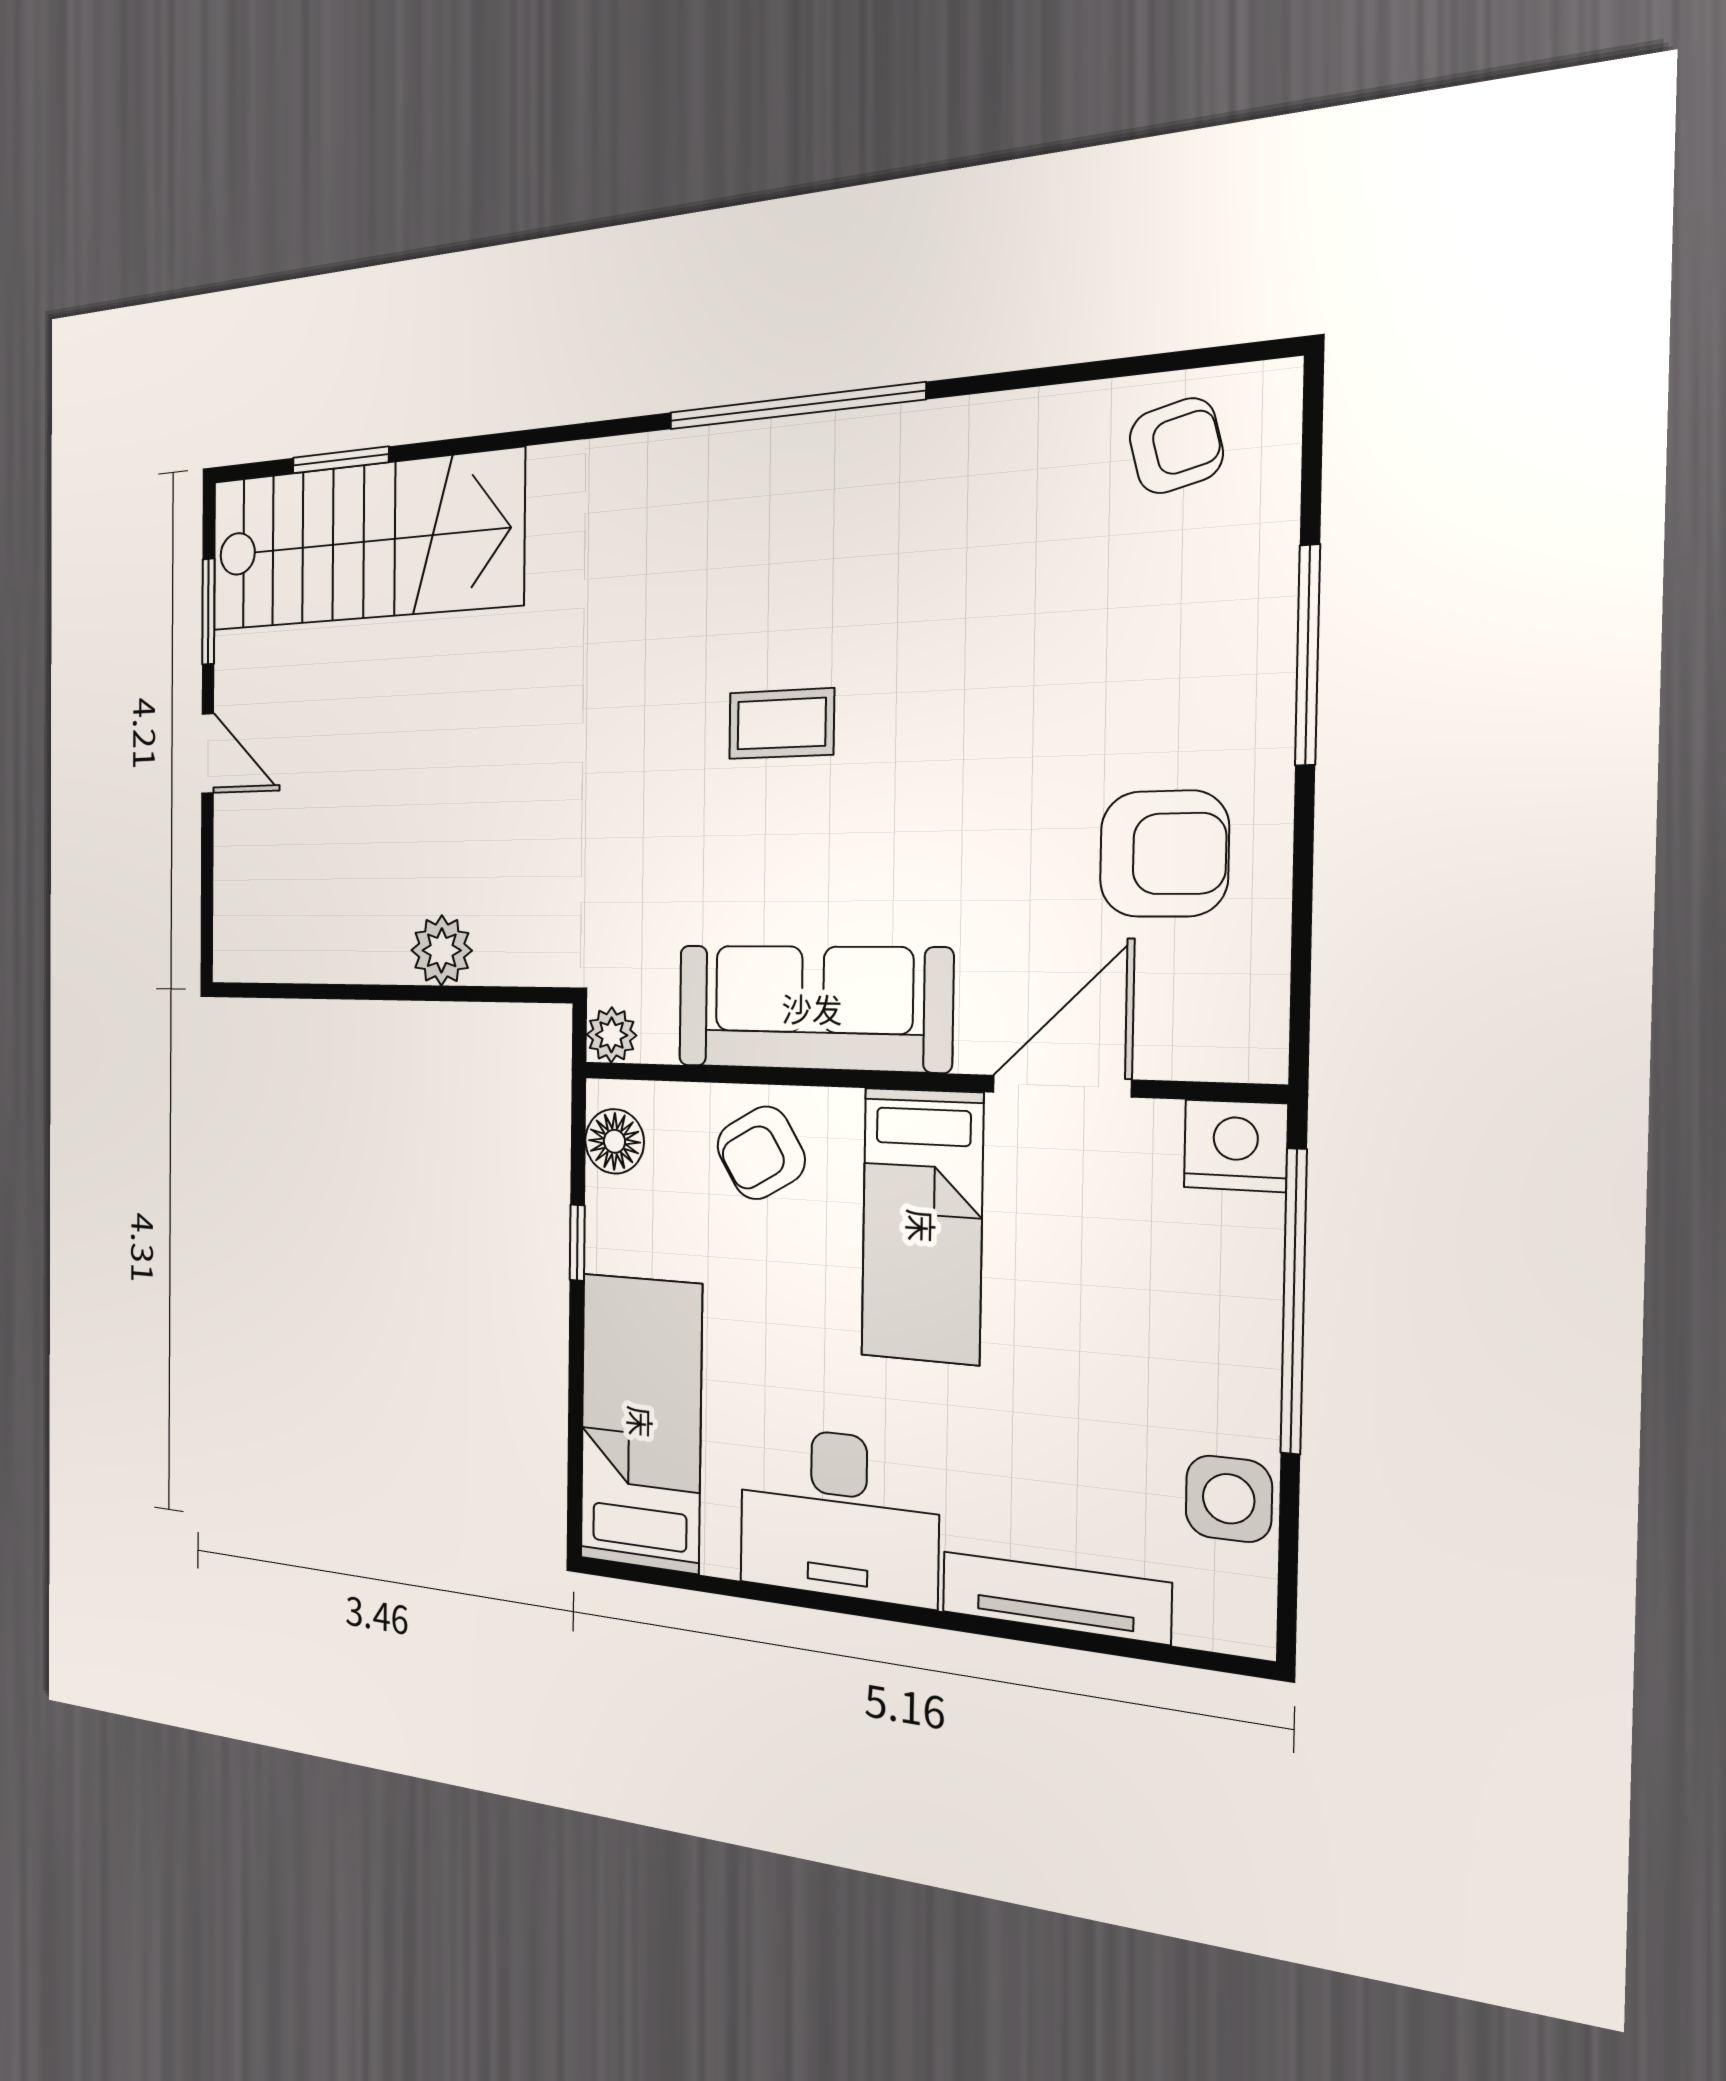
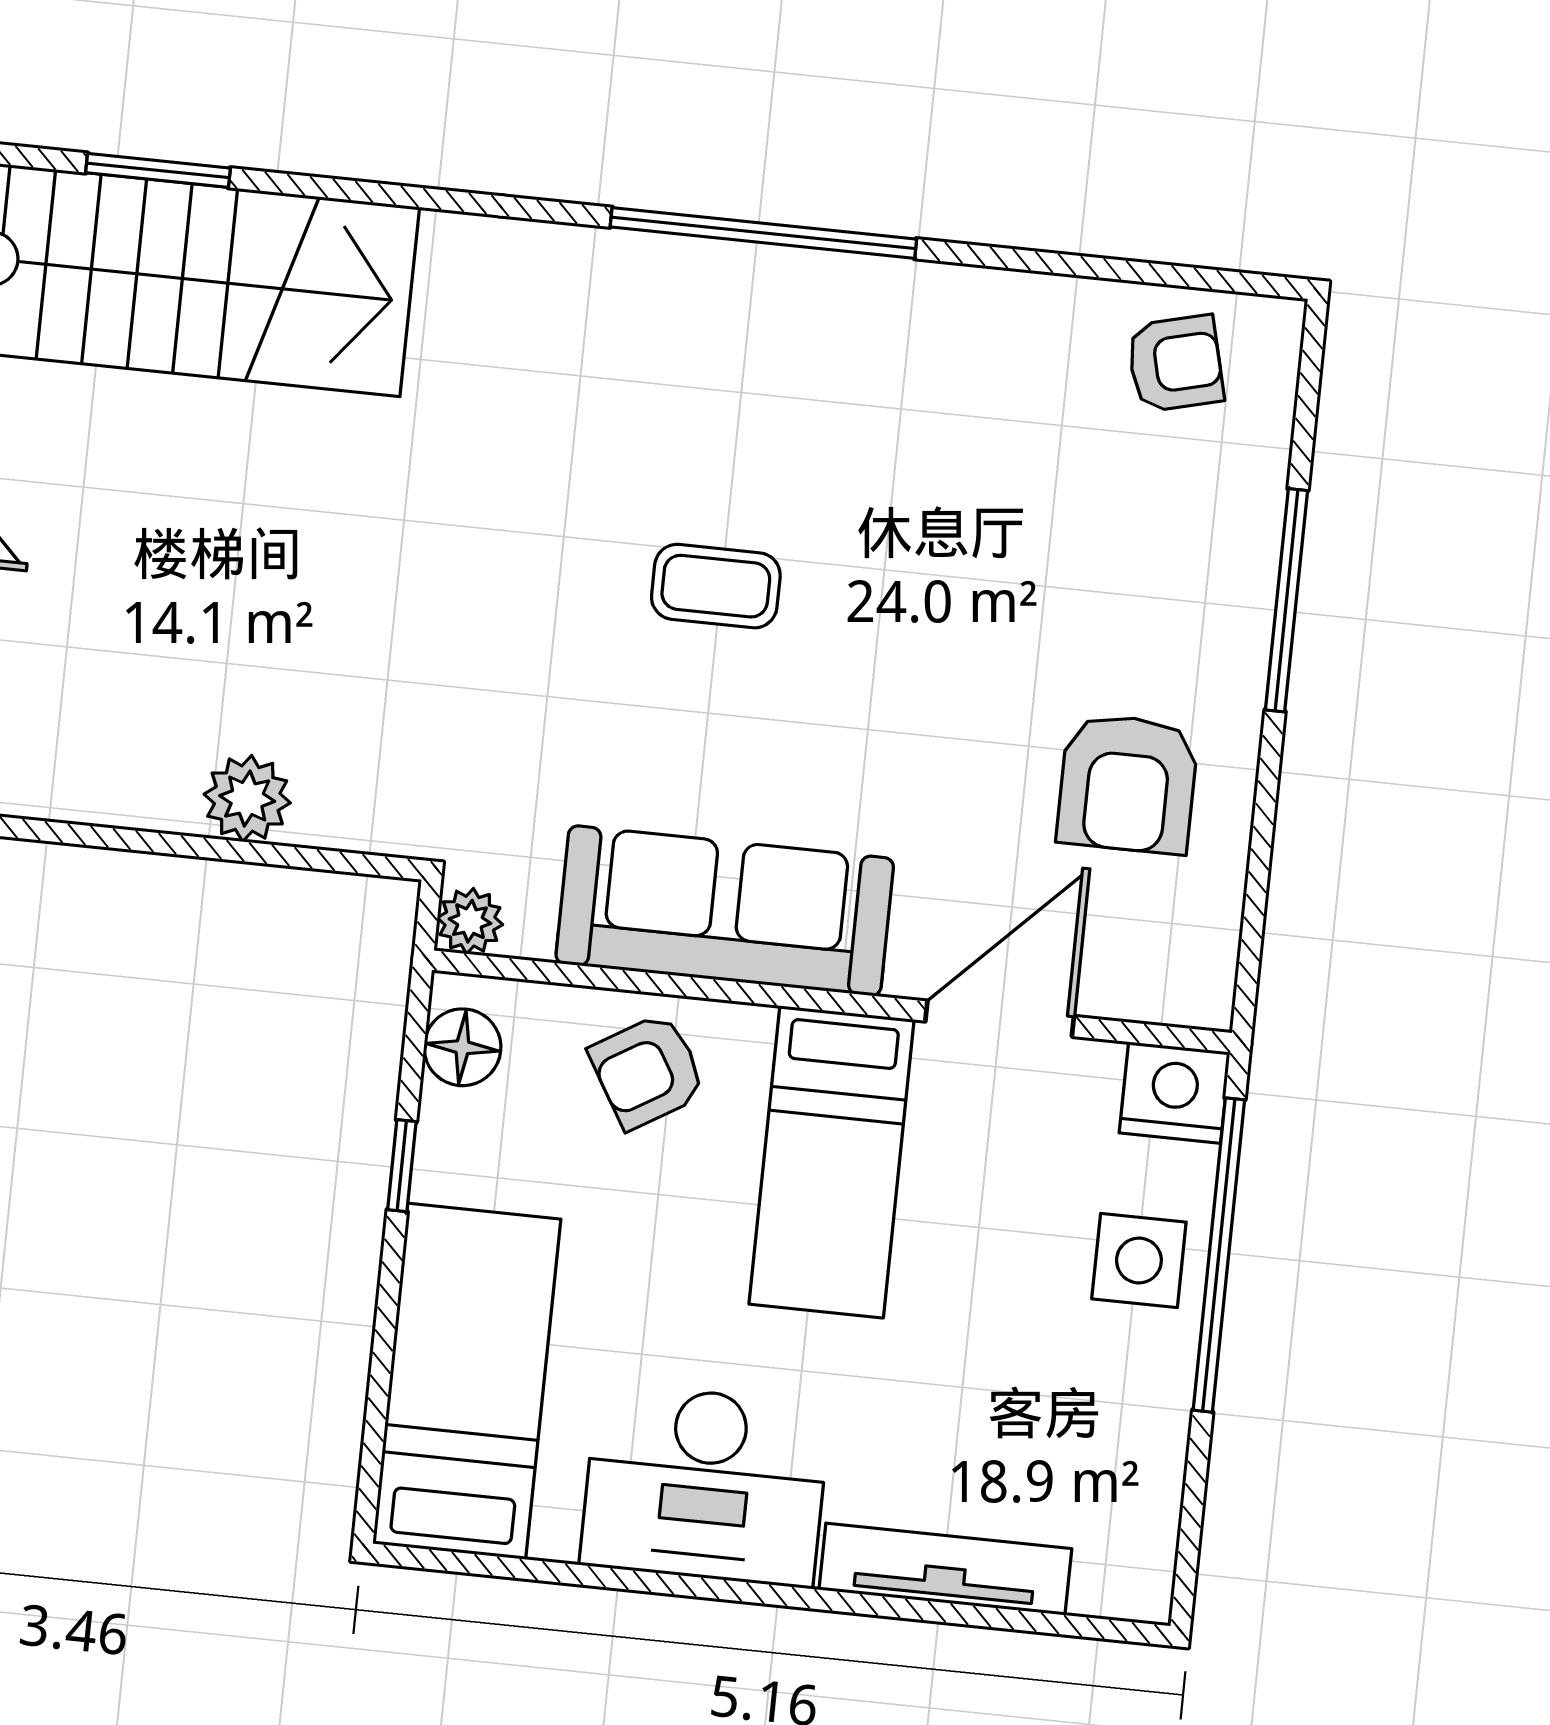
armchair: (1164, 854) -> (1128, 784), turned 90
side table: (1229, 1499) -> (1139, 1261), moved

